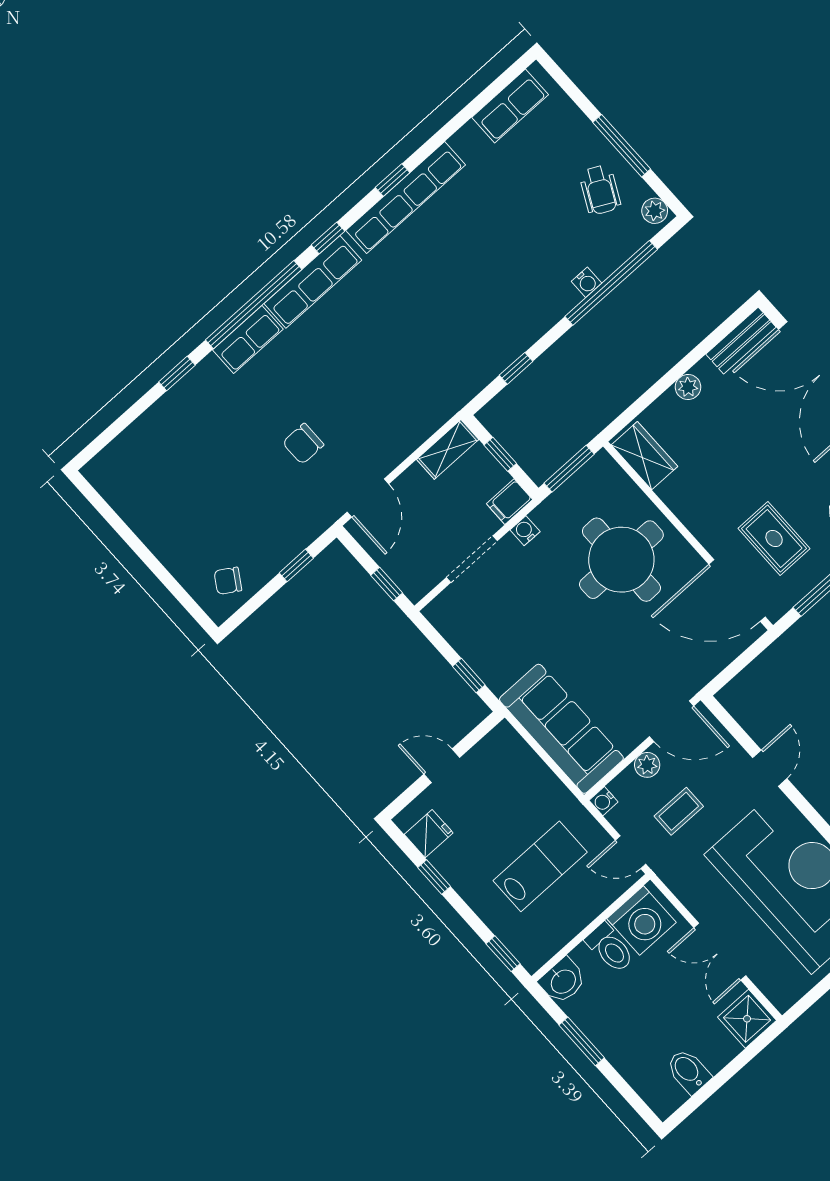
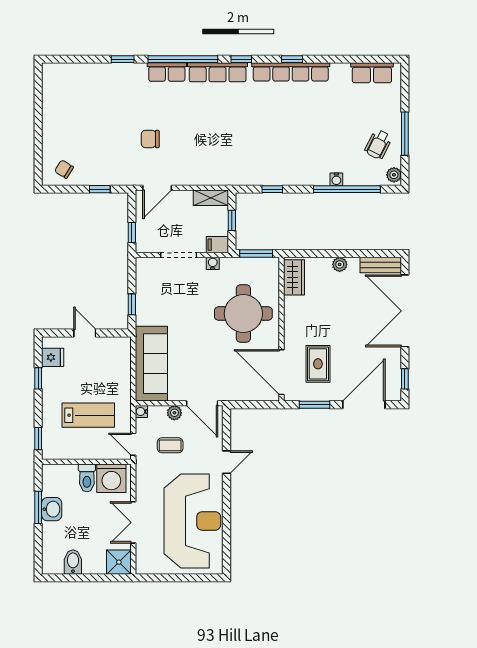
washbasin: (563, 981) -> (52, 509), moved, turned -90

